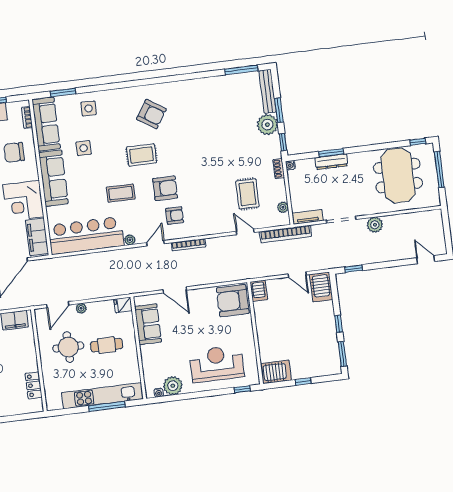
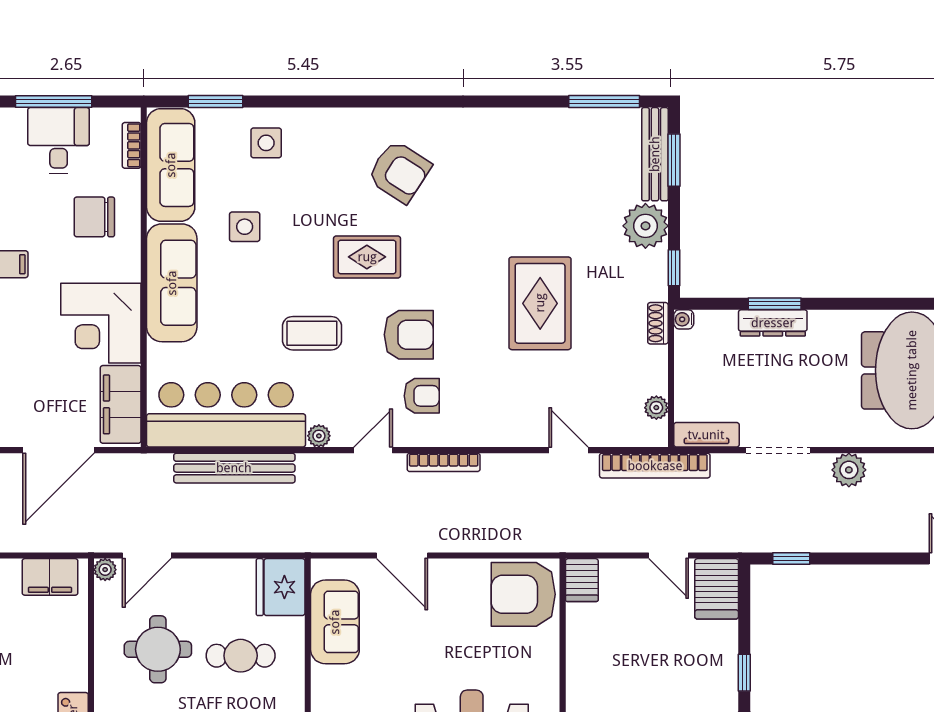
window: (279, 110) -> (674, 160), moved
rug: (247, 194) -> (540, 303), moved, width x1.36, depth x1.43
bench: (93, 259) -> (234, 468), added
fridge: (123, 305) -> (281, 587), width x1.88, depth x1.34
plant: (81, 308) -> (105, 570), moved

